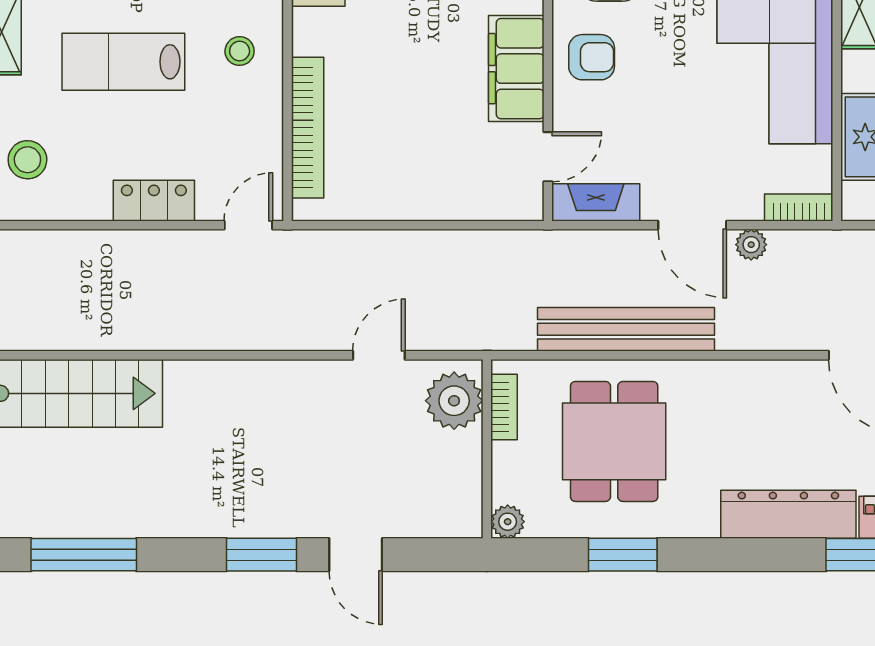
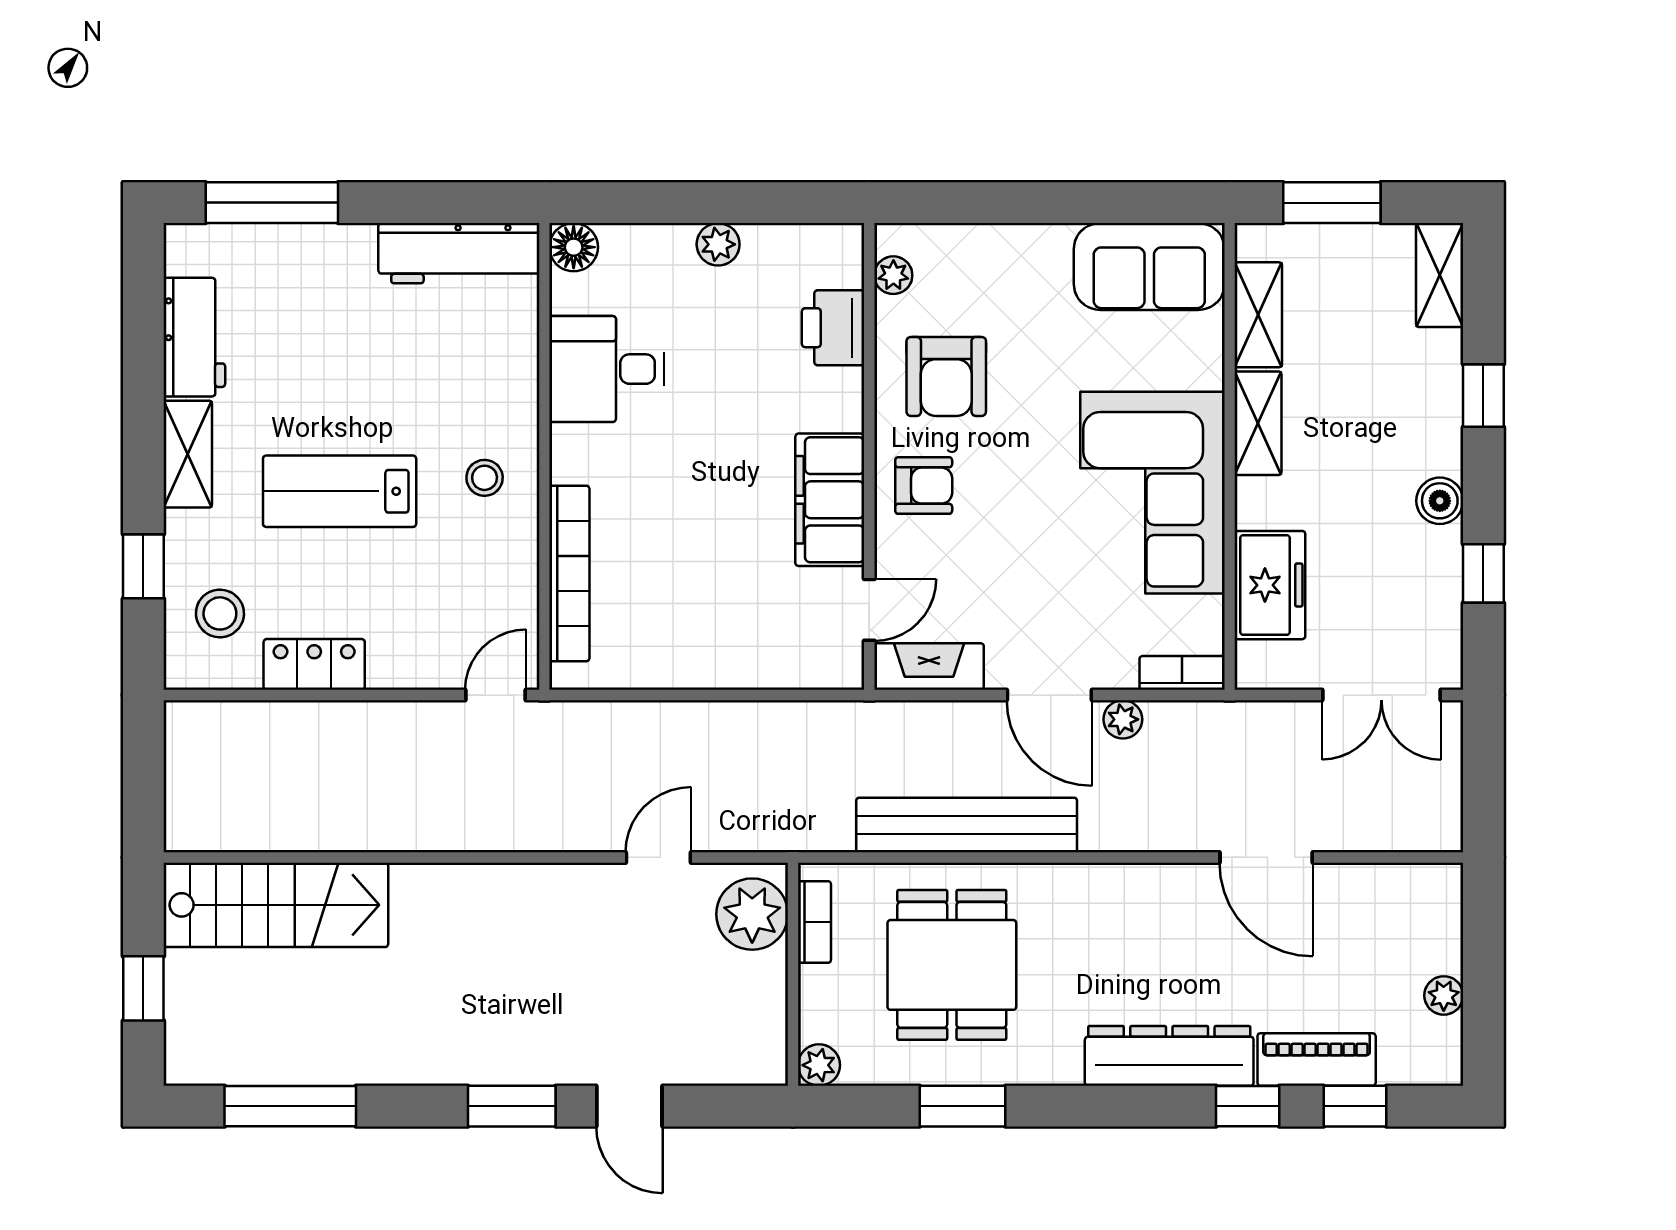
locker: (154, 201) -> (314, 664), moved

